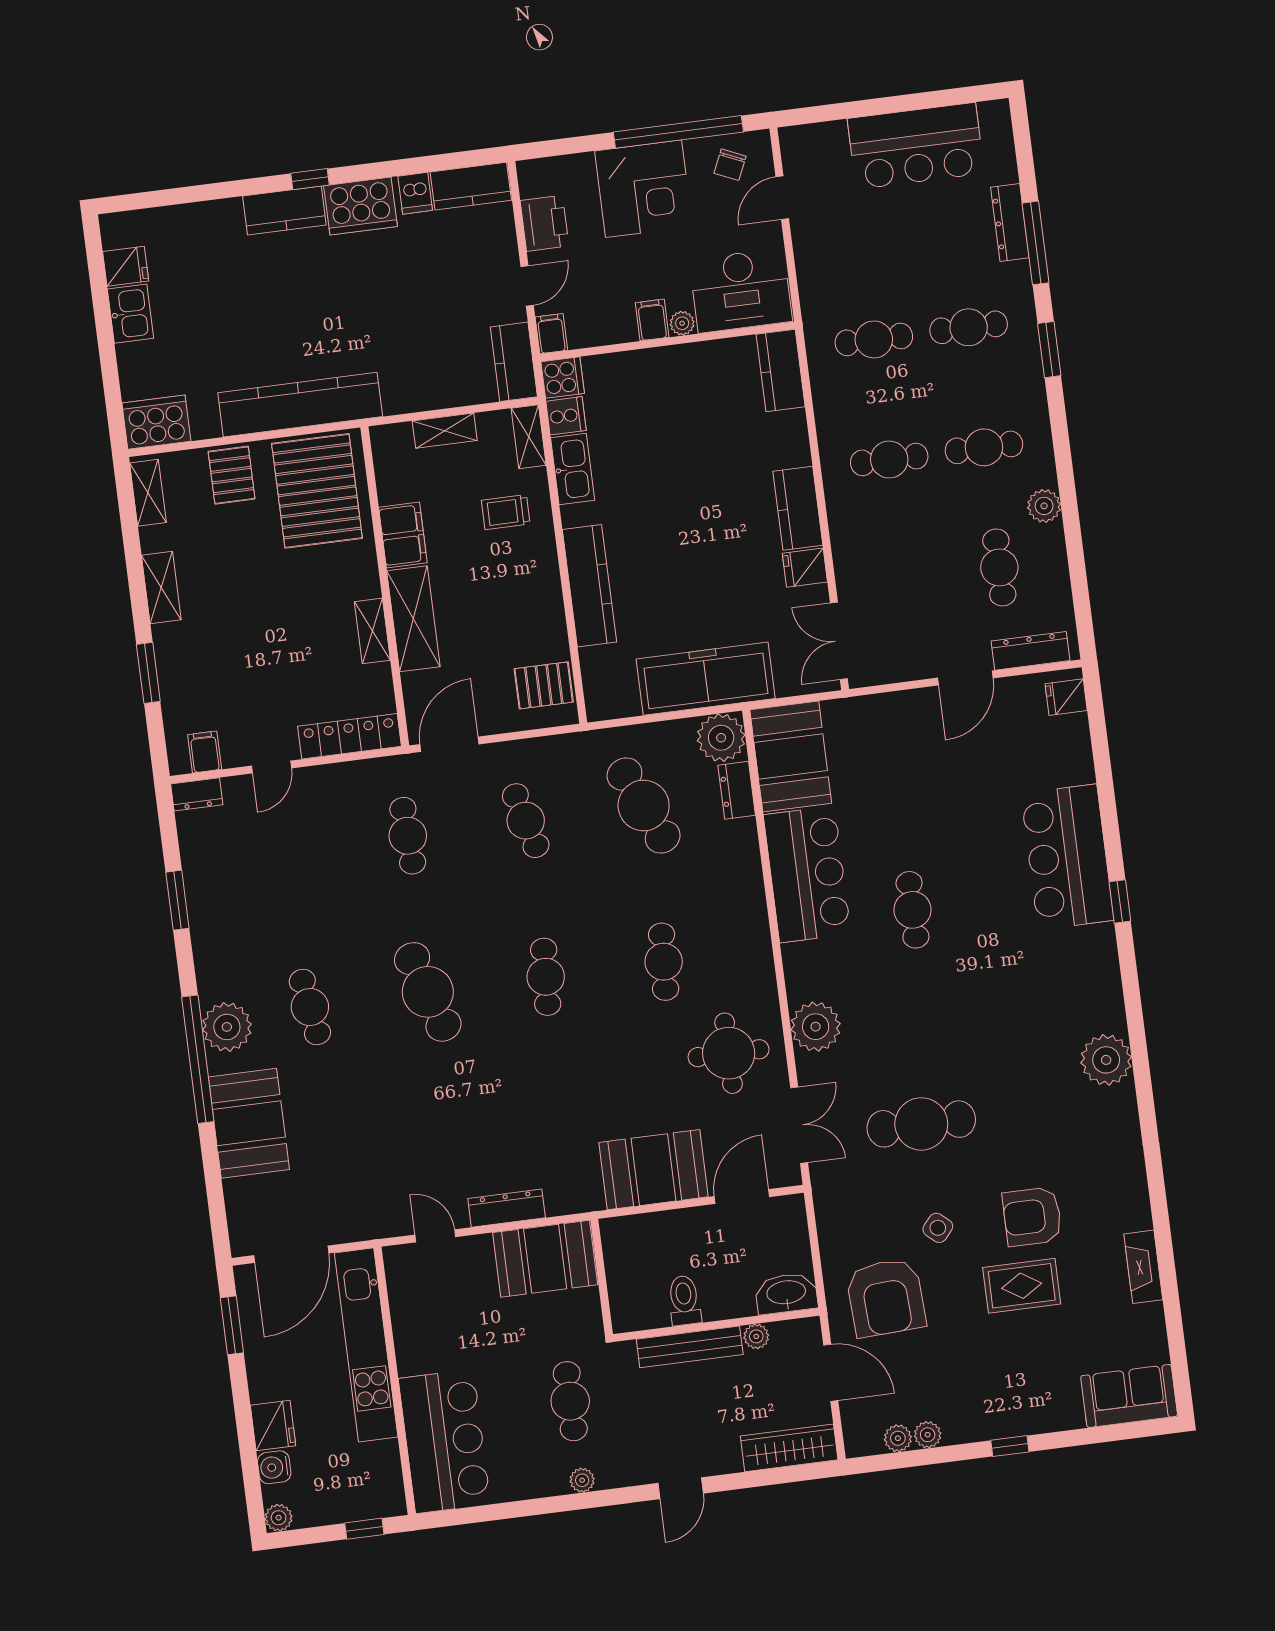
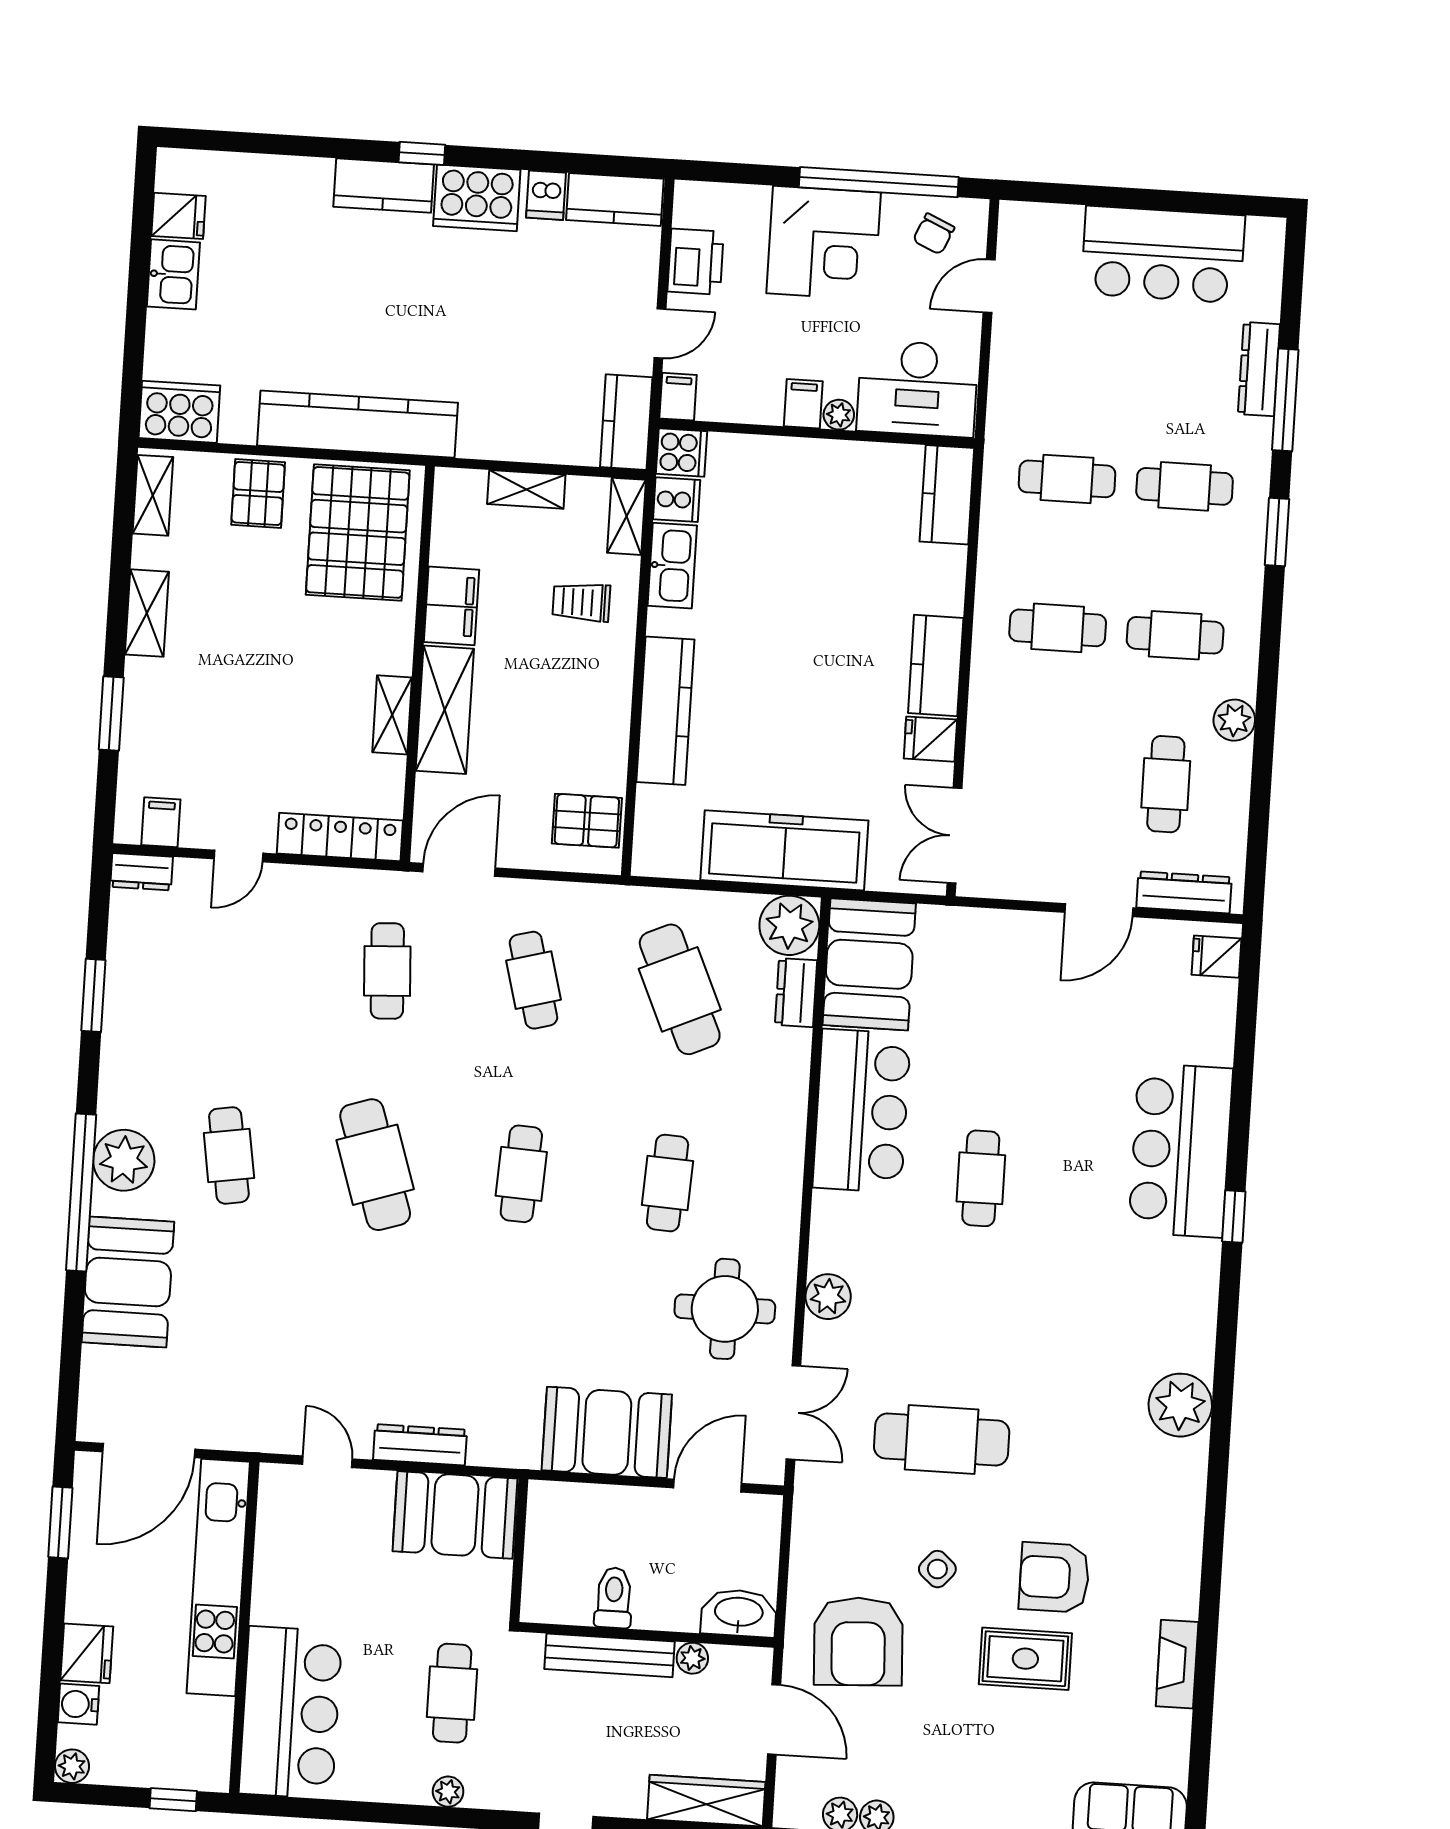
plant: (816, 1027) -> (828, 1297), width x0.73, depth x0.73

